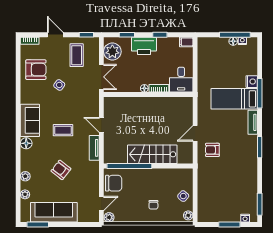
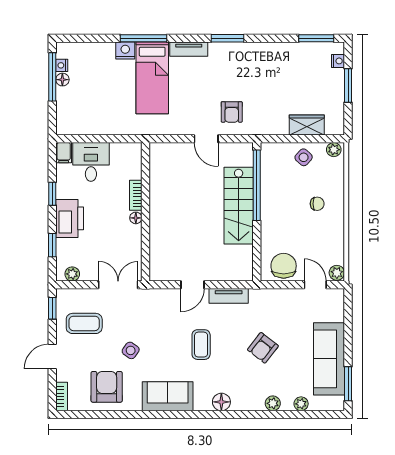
plant: (112, 52) -> (72, 274), width x0.53, depth x0.53
desk: (181, 80) -> (91, 162), moved, turned -90
sofa: (30, 120) -> (168, 396), moved
window: (129, 166) -> (257, 185), moved
wardrobe: (204, 198) -> (307, 125), added

